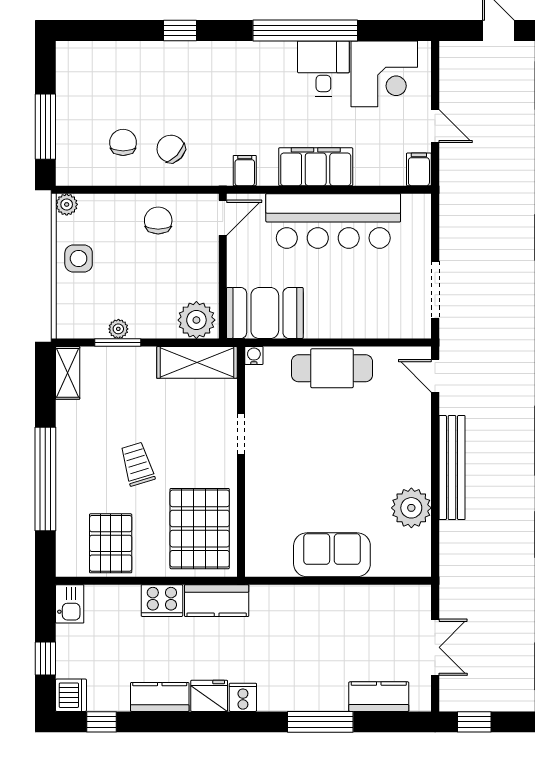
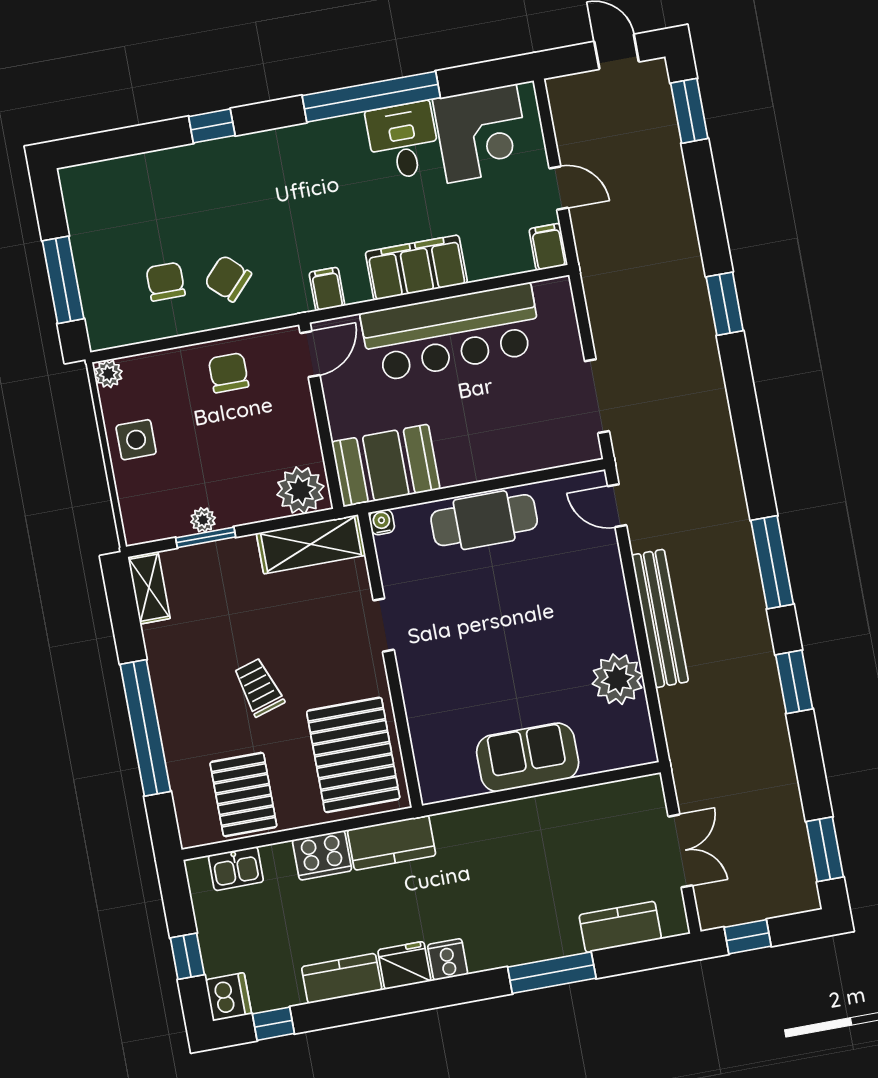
kitchen sink: (70, 604) -> (236, 869), moved, turned 90

